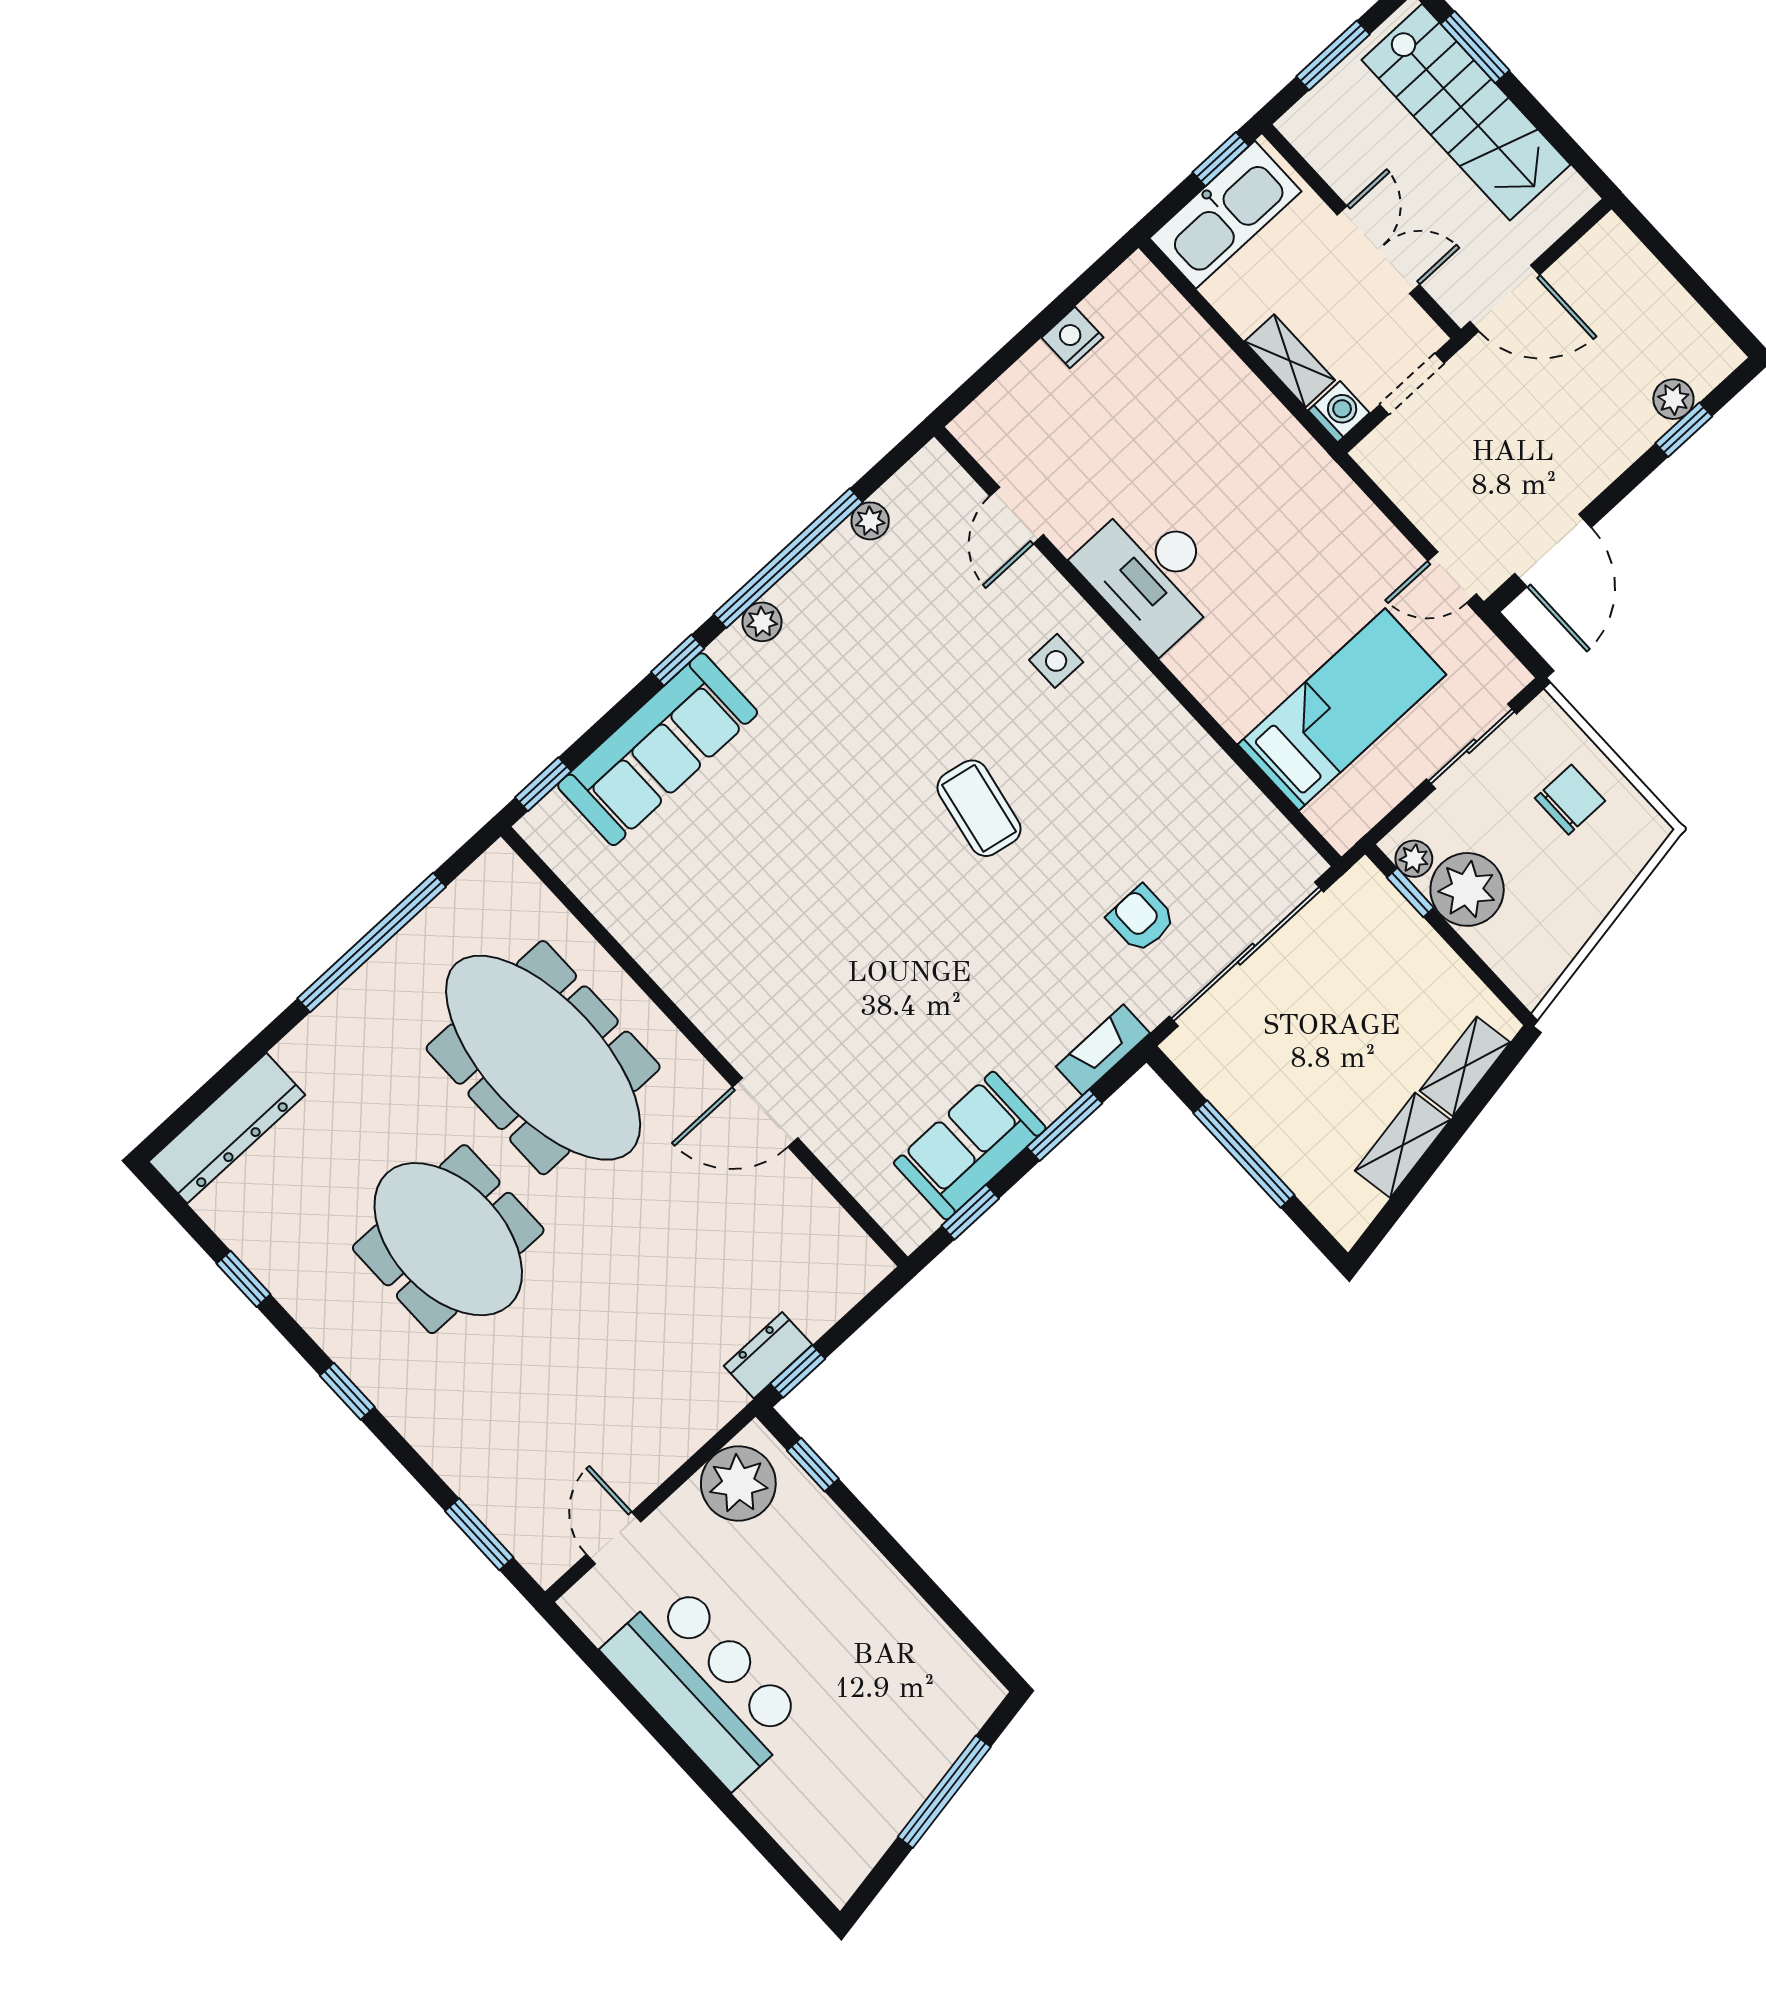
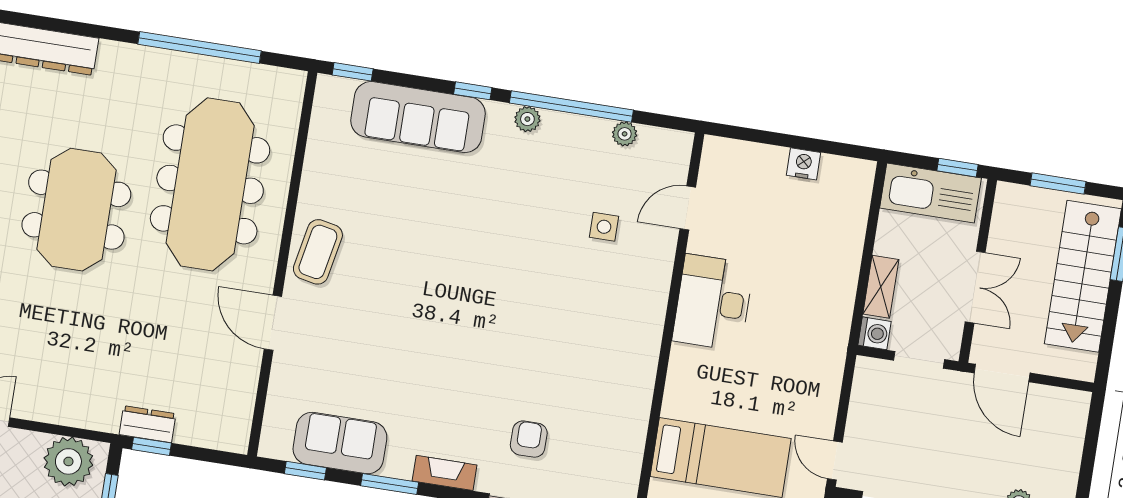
side table: (1056, 661) -> (604, 227), moved
coffee table: (979, 808) -> (318, 252), moved

